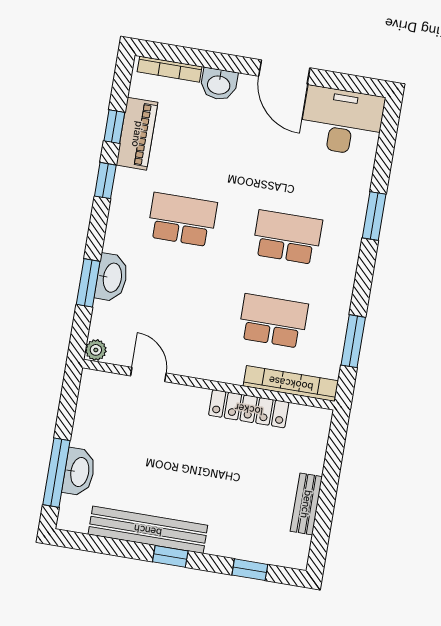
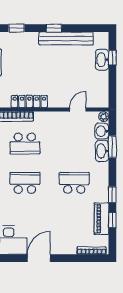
door: (284, 72) -> (39, 258), hinge flipped
washbasin: (219, 84) -> (102, 131), moved, turned -90
school desk: (182, 220) -> (74, 183), turned 180
school desk: (287, 237) -> (25, 183), turned 180
door: (148, 374) -> (78, 110), swing flipped
window: (56, 473) -> (112, 58), width x0.46

